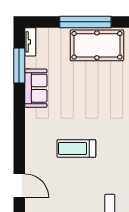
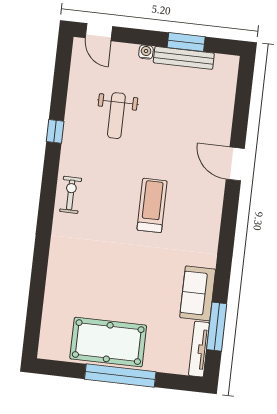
tv unit: (30, 42) -> (199, 349), width x1.41
treadmill: (76, 148) -> (152, 205), turned -90

